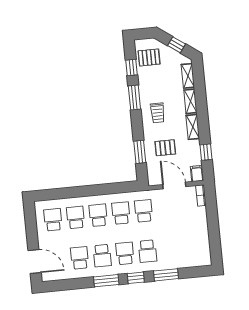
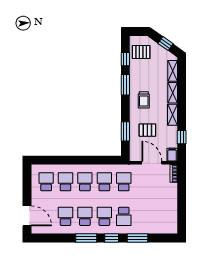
school desk: (102, 256) -> (85, 216), turned 180

